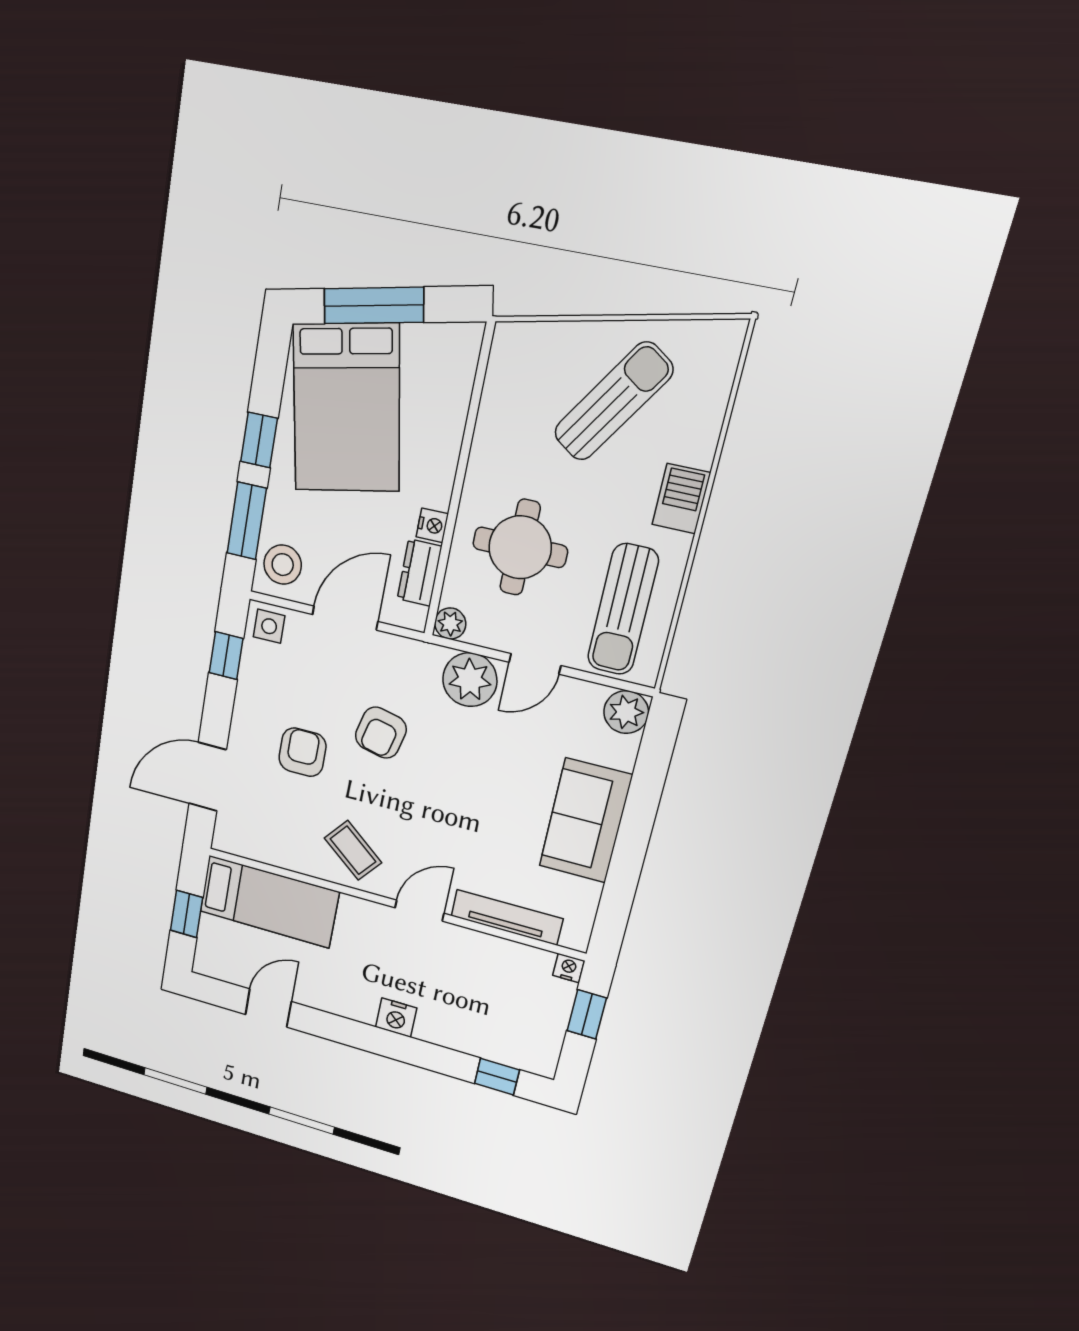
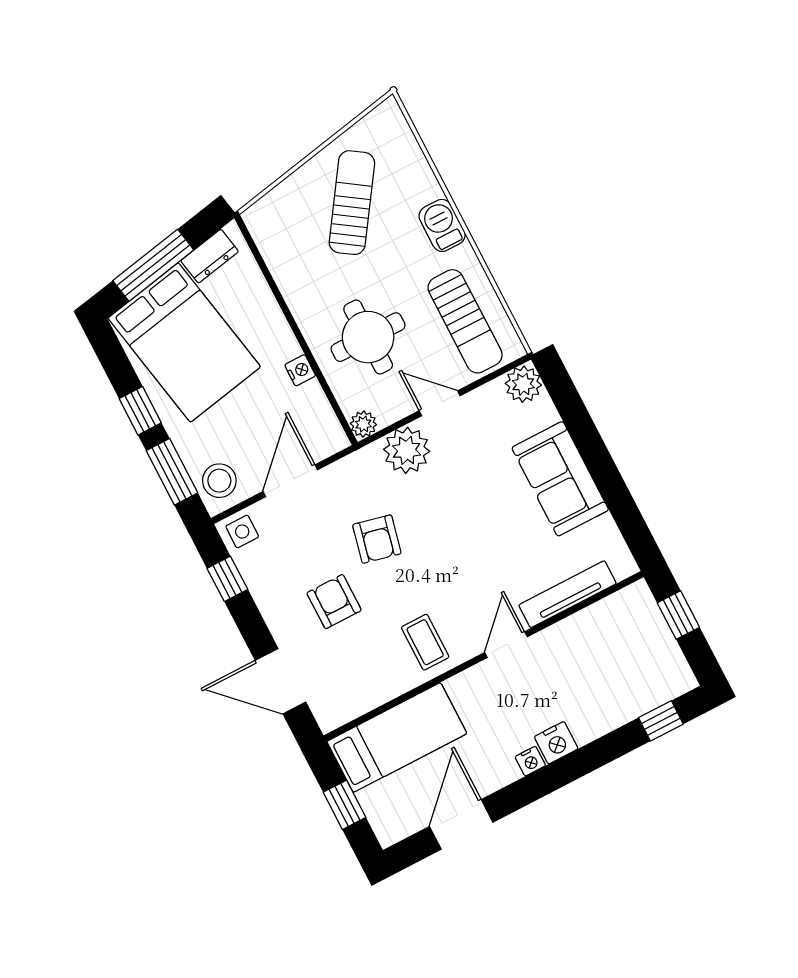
dresser: (420, 573) -> (210, 256), moved, turned -101
door: (535, 664) -> (440, 403), swing flipped
door: (208, 777) -> (280, 681), hinge flipped
coffee table: (353, 850) -> (425, 642), turned 51
nightstand: (568, 968) -> (530, 761), moved, turned 180
door: (268, 1008) -> (461, 824), width x1.37

